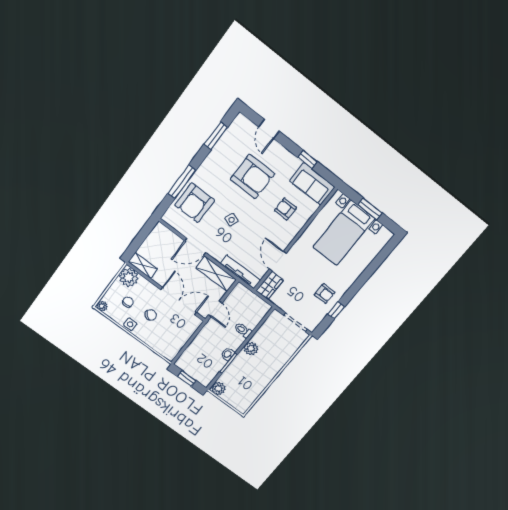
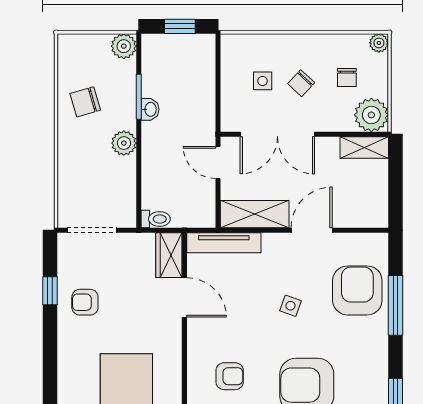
side table: (130, 324) -> (263, 81), moved
toilet: (243, 330) -> (156, 219), moved
chair: (254, 378) -> (85, 102), added

